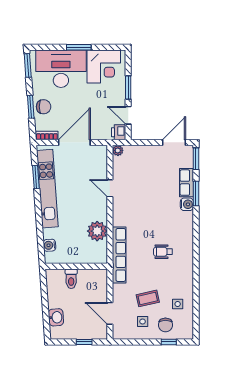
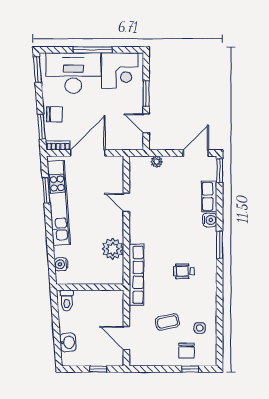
window: (79, 47) -> (93, 50), width x1.44
window: (31, 107) -> (42, 127), moved
printer: (119, 132) -> (136, 142), removed
plant: (118, 150) -> (157, 162), moved
window: (196, 193) -> (220, 245), moved
toilet: (71, 279) -> (67, 301), moved
side table: (143, 322) -> (162, 347), removed

